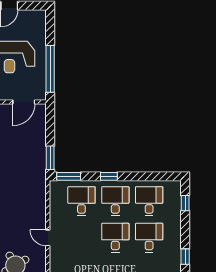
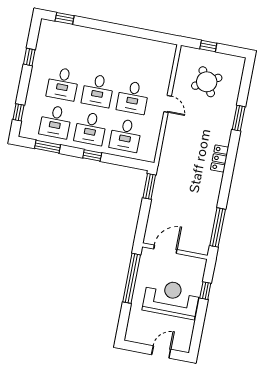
window: (69, 176) -> (48, 147), moved
desk: (81, 238) -> (133, 97), added

